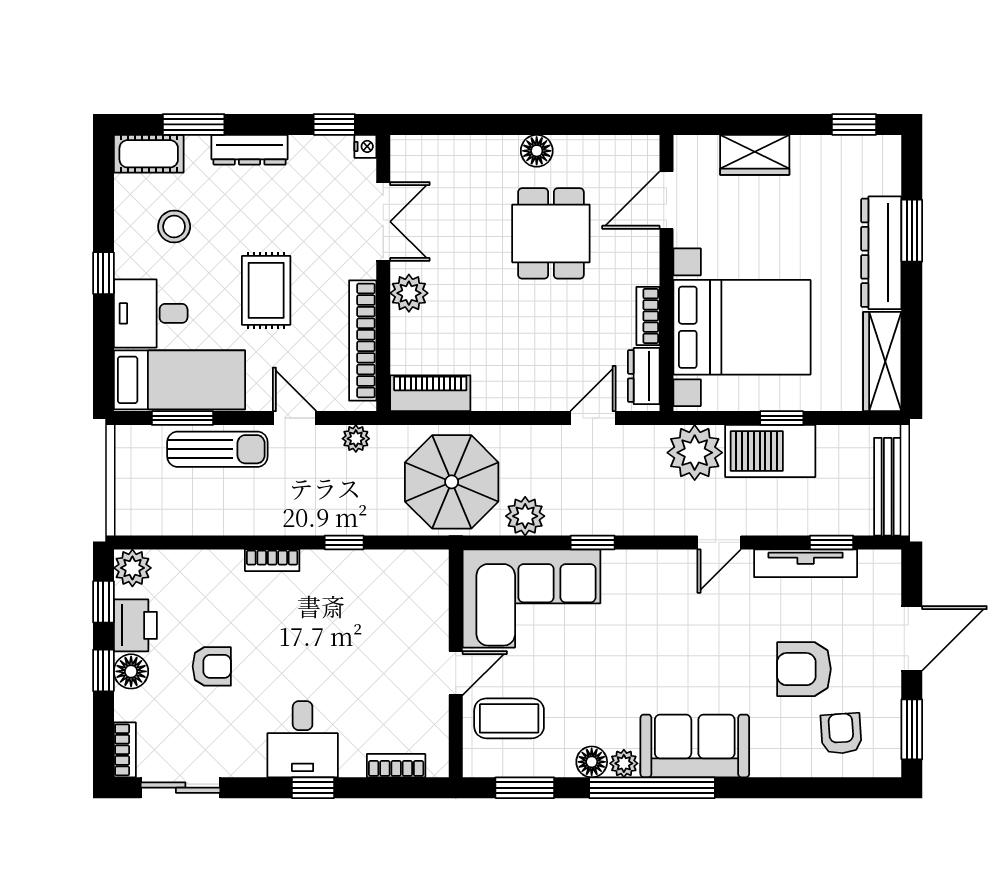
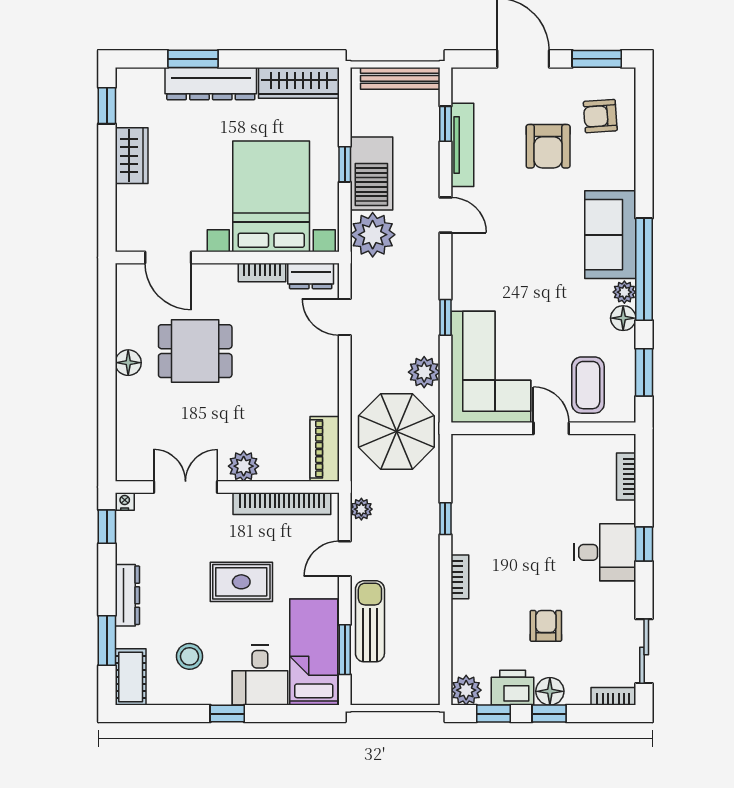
wardrobe: (755, 155) -> (132, 156), moved

